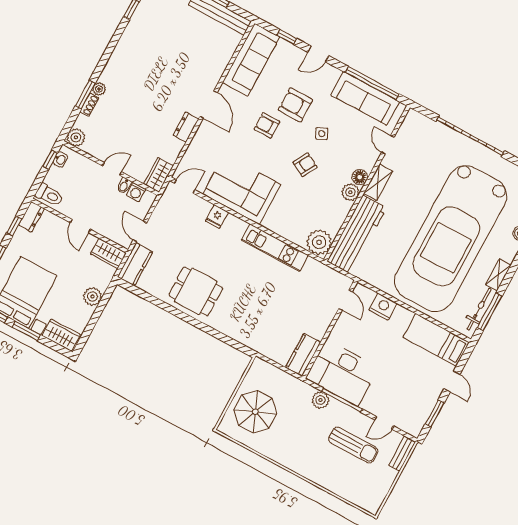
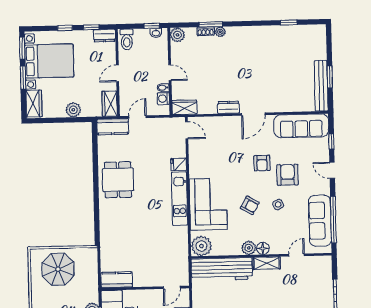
armchair: (267, 125) -> (262, 163), turned 180
corner sofa: (242, 189) -> (208, 204), moved
kitchen unit: (275, 248) -> (180, 199), moved

